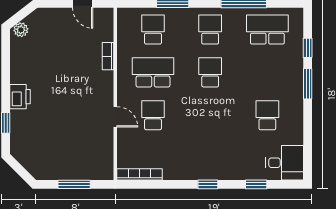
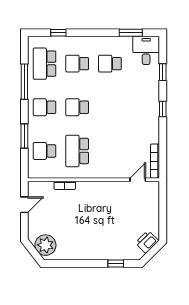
plant: (21, 30) -> (45, 245), width x1.88, depth x1.88
window: (308, 84) -> (131, 33), moved
printer: (20, 97) -> (147, 242), moved, turned -45
school desk: (153, 115) -> (77, 64), moved
door: (115, 117) -> (138, 180), moved
window: (74, 184) -> (163, 211), removed

